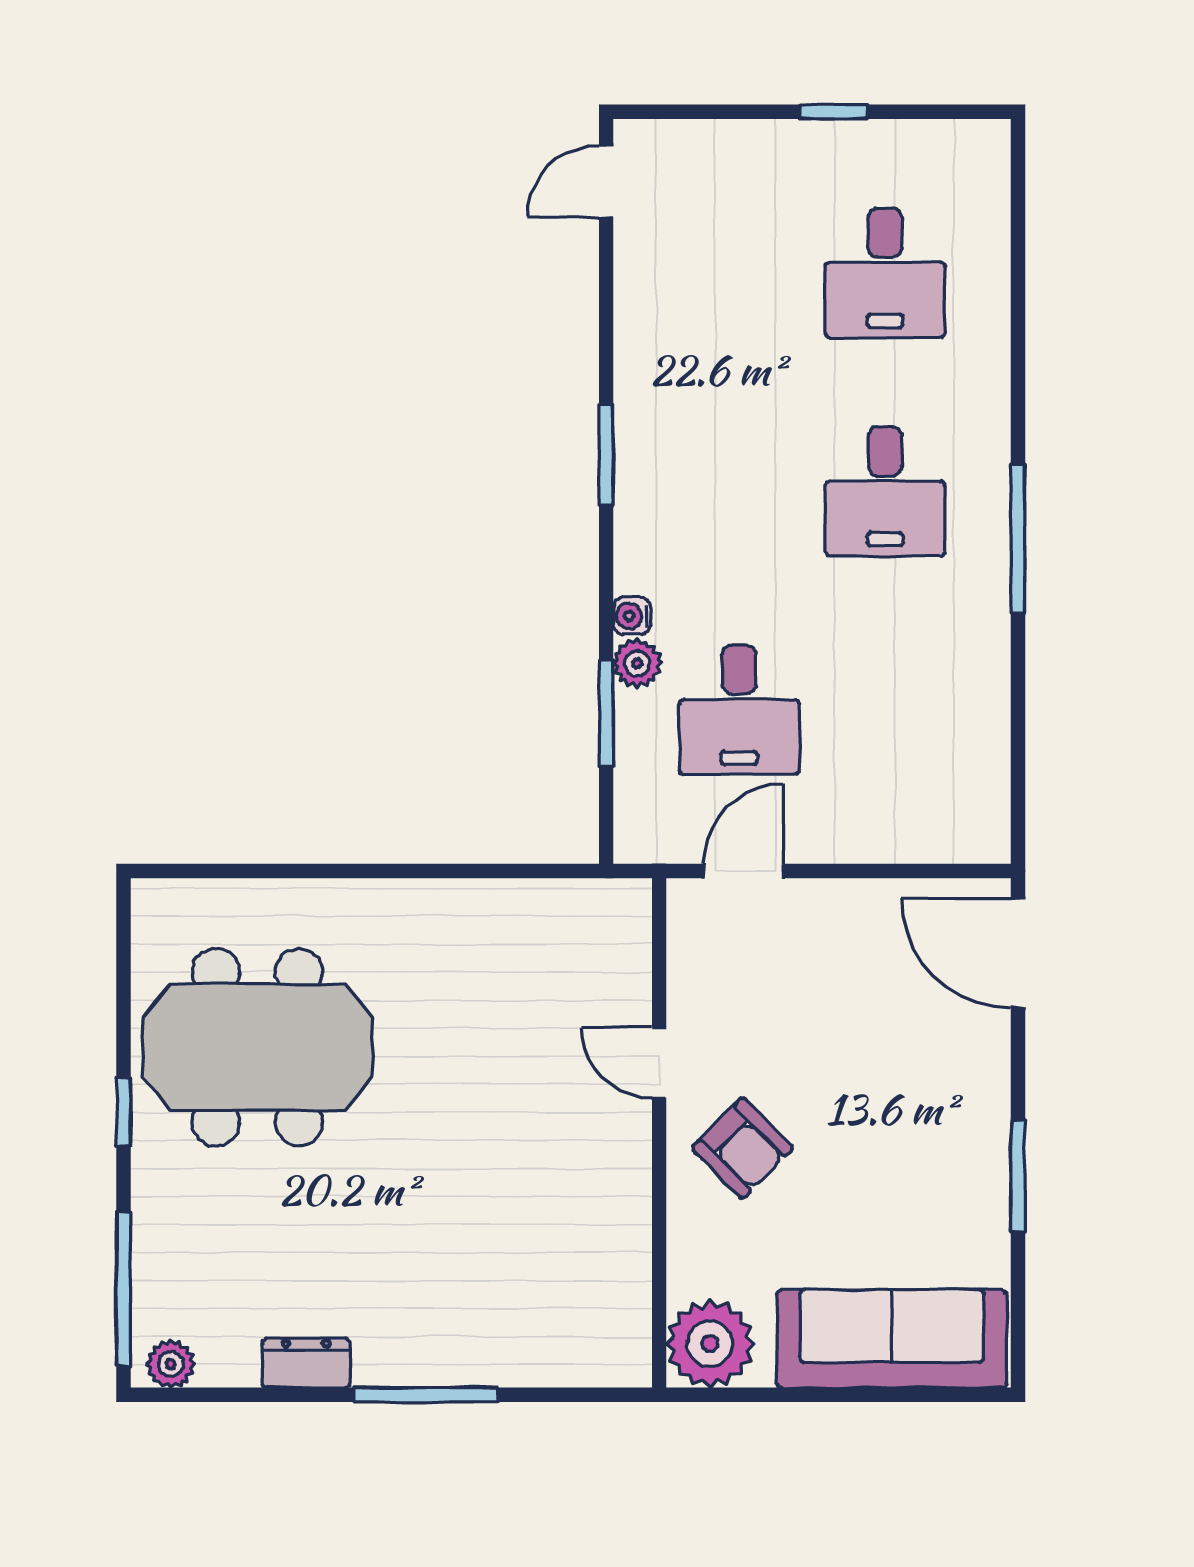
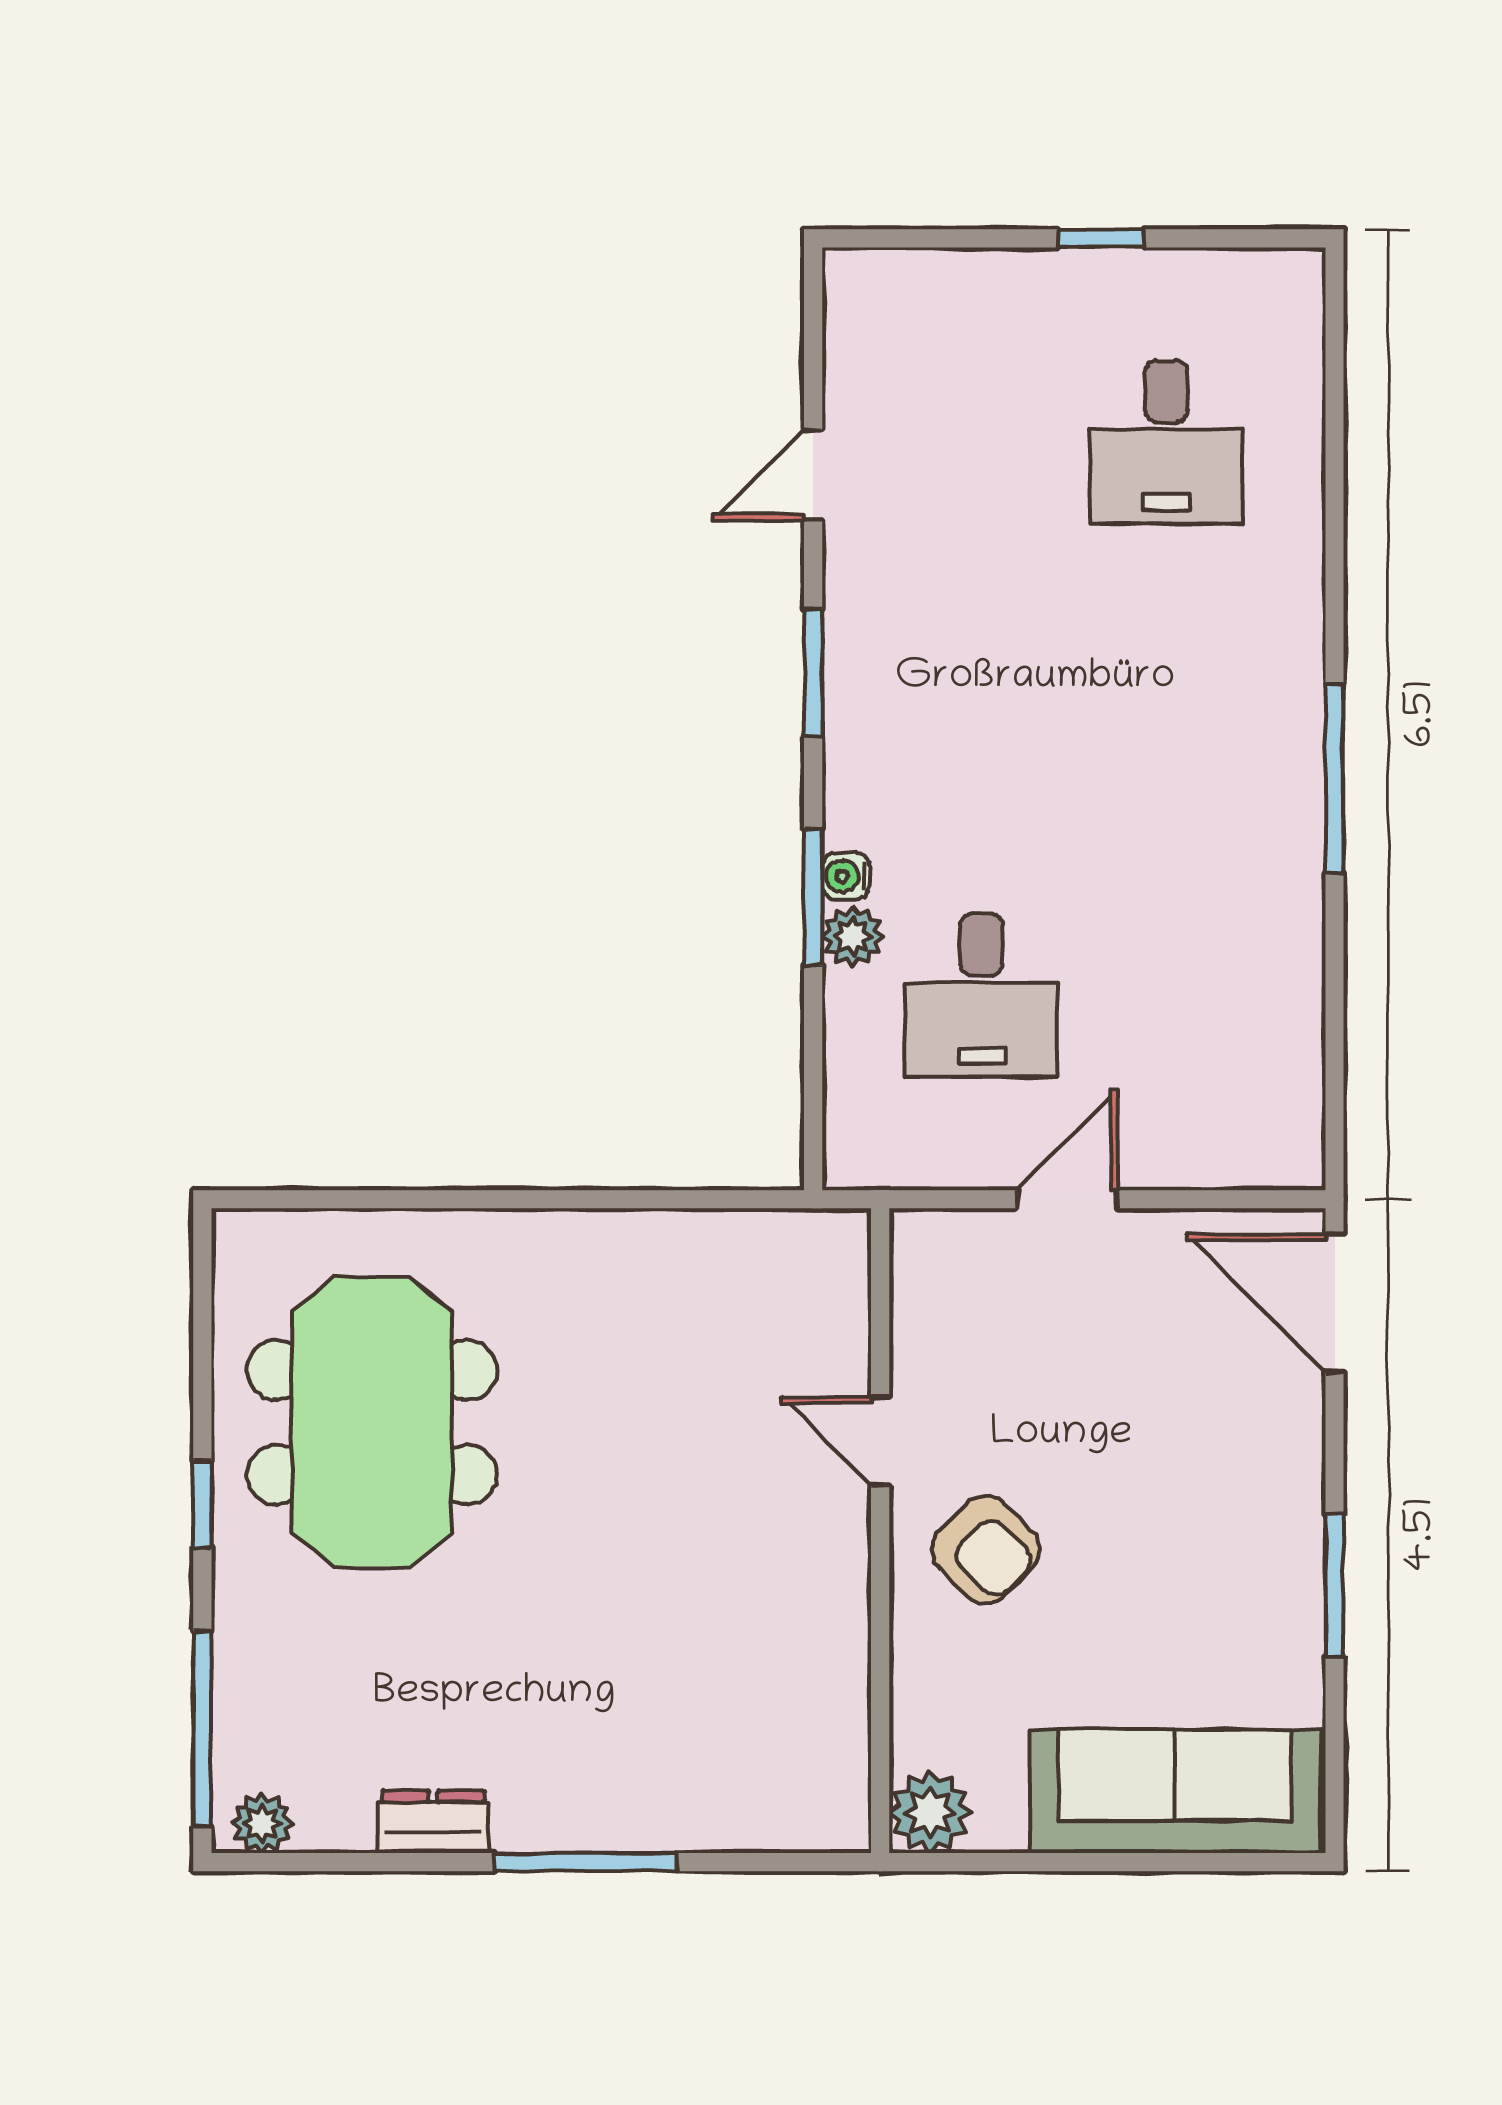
door: (606, 181) -> (813, 475), moved
desk: (885, 491) -> (1166, 719), removed
window: (606, 713) -> (813, 897), moved
door: (743, 871) -> (1067, 1199), moved
meeting table: (257, 1047) -> (372, 1422), turned 90
plant: (710, 1344) -> (930, 1812), width x0.73, depth x0.73

